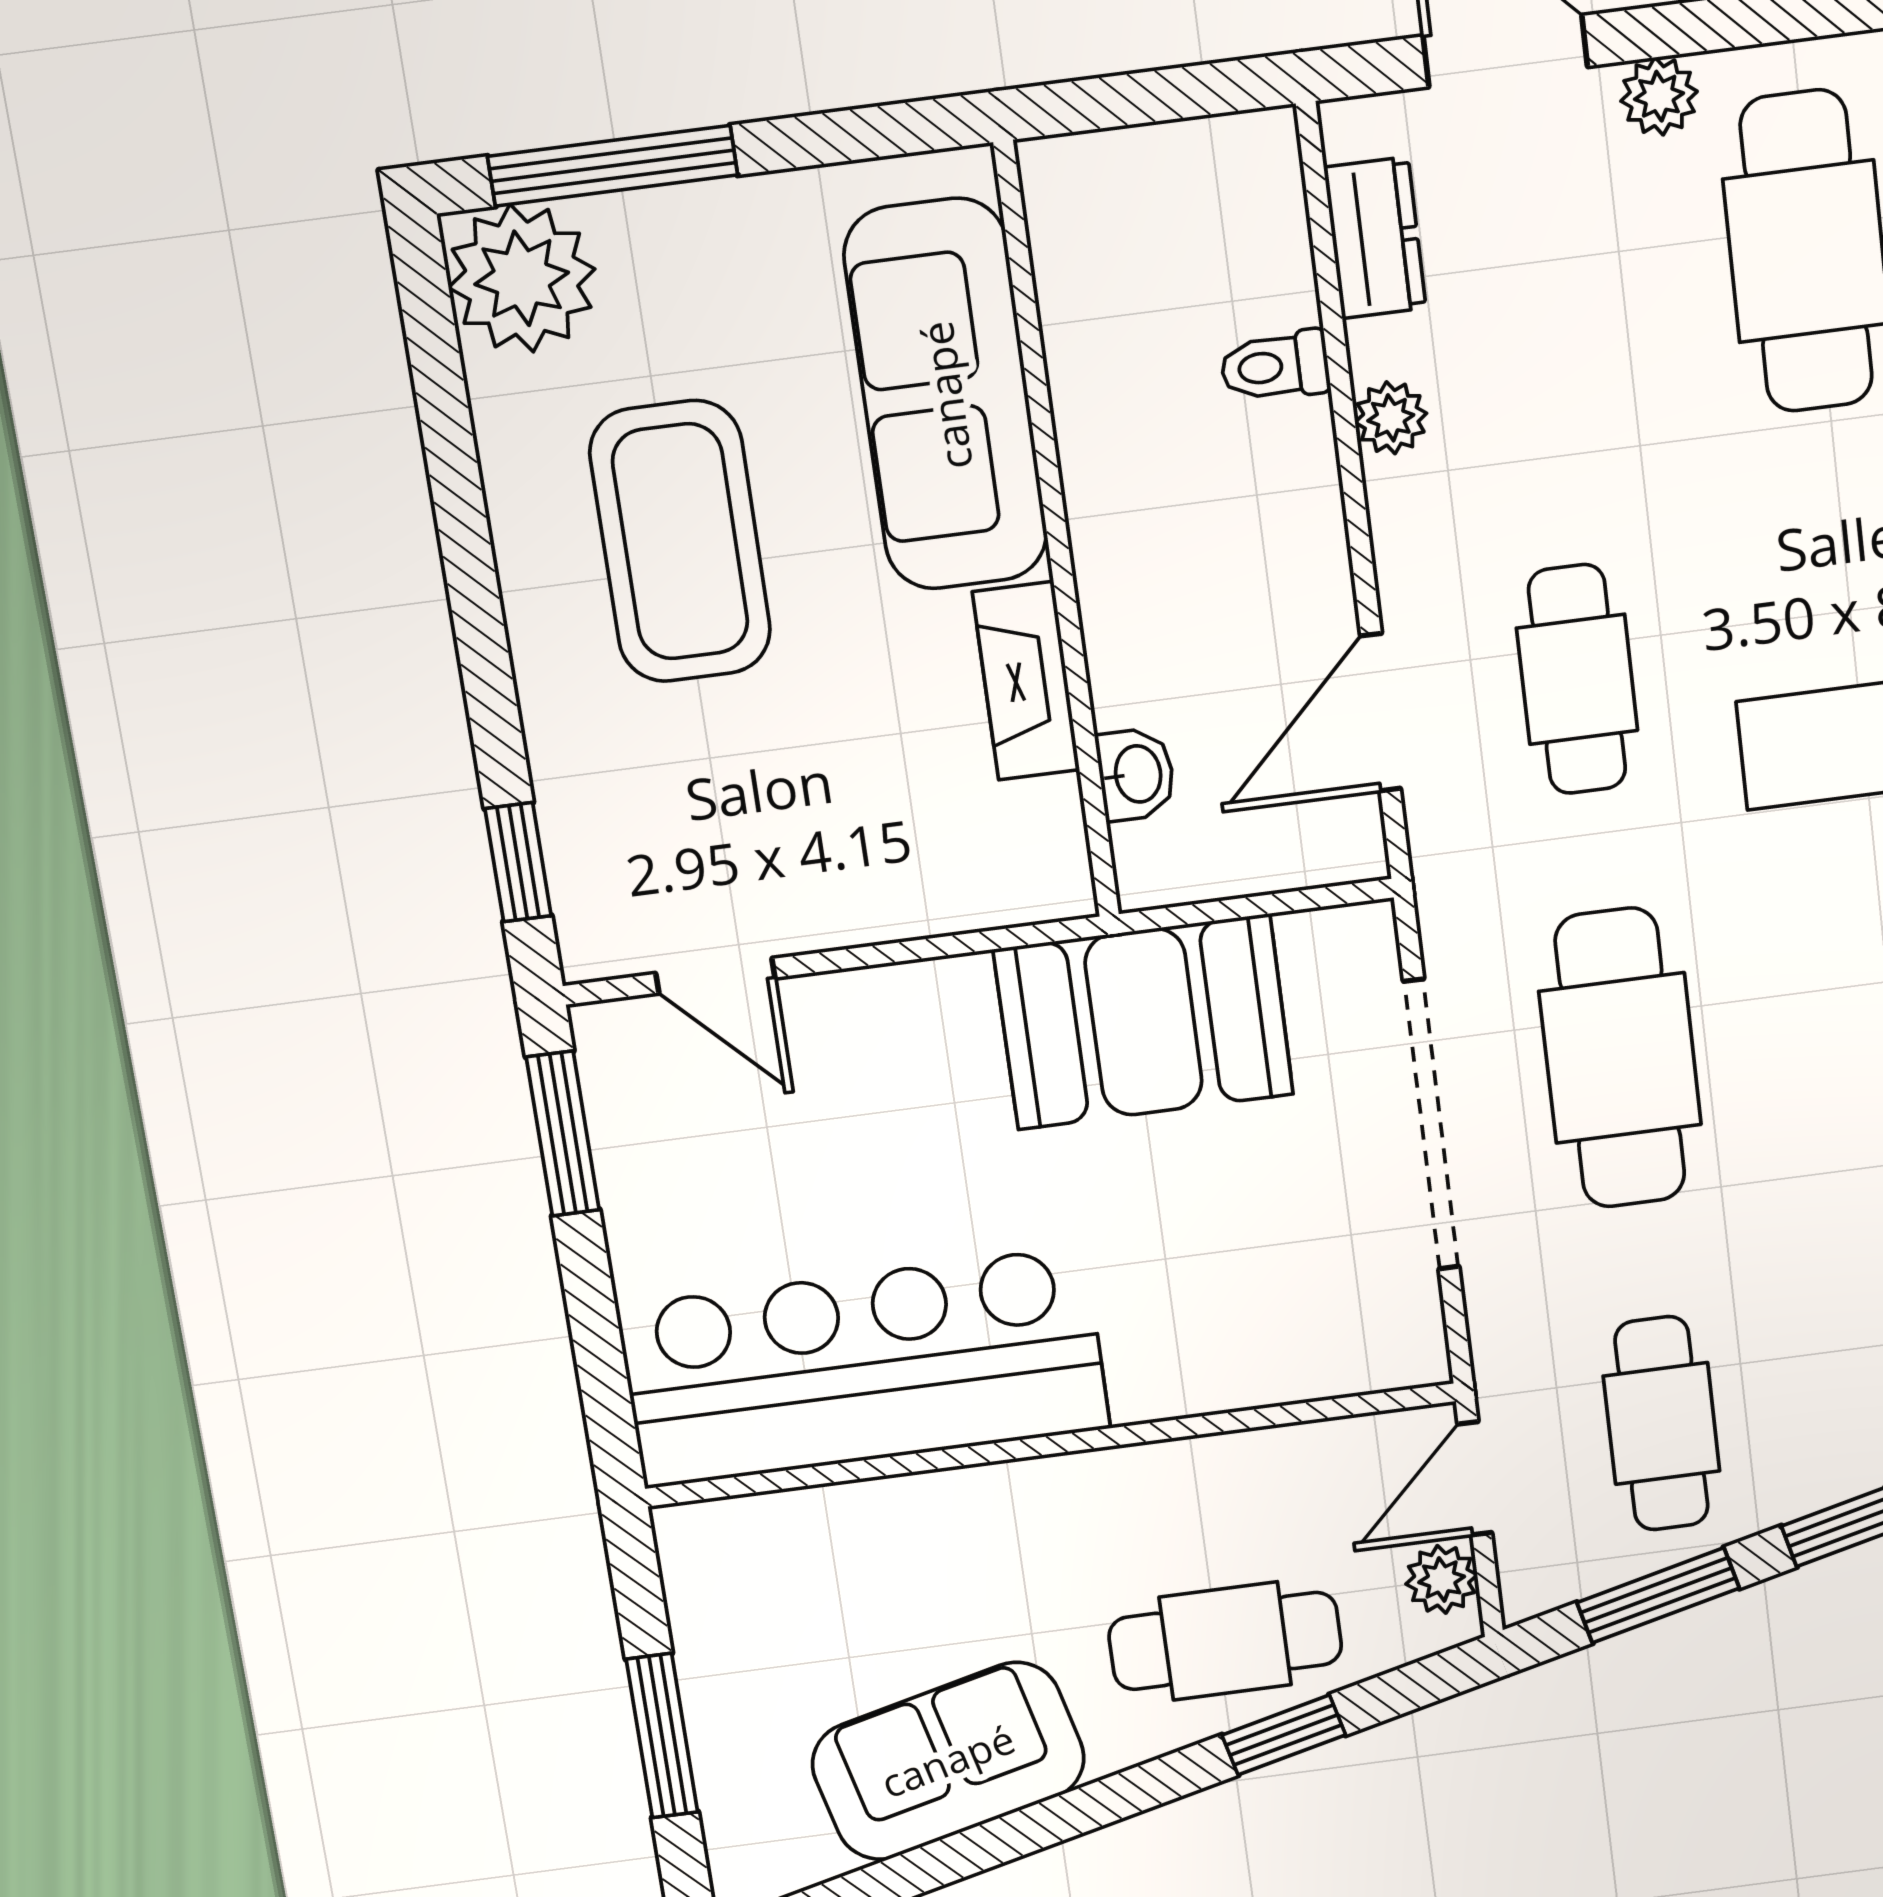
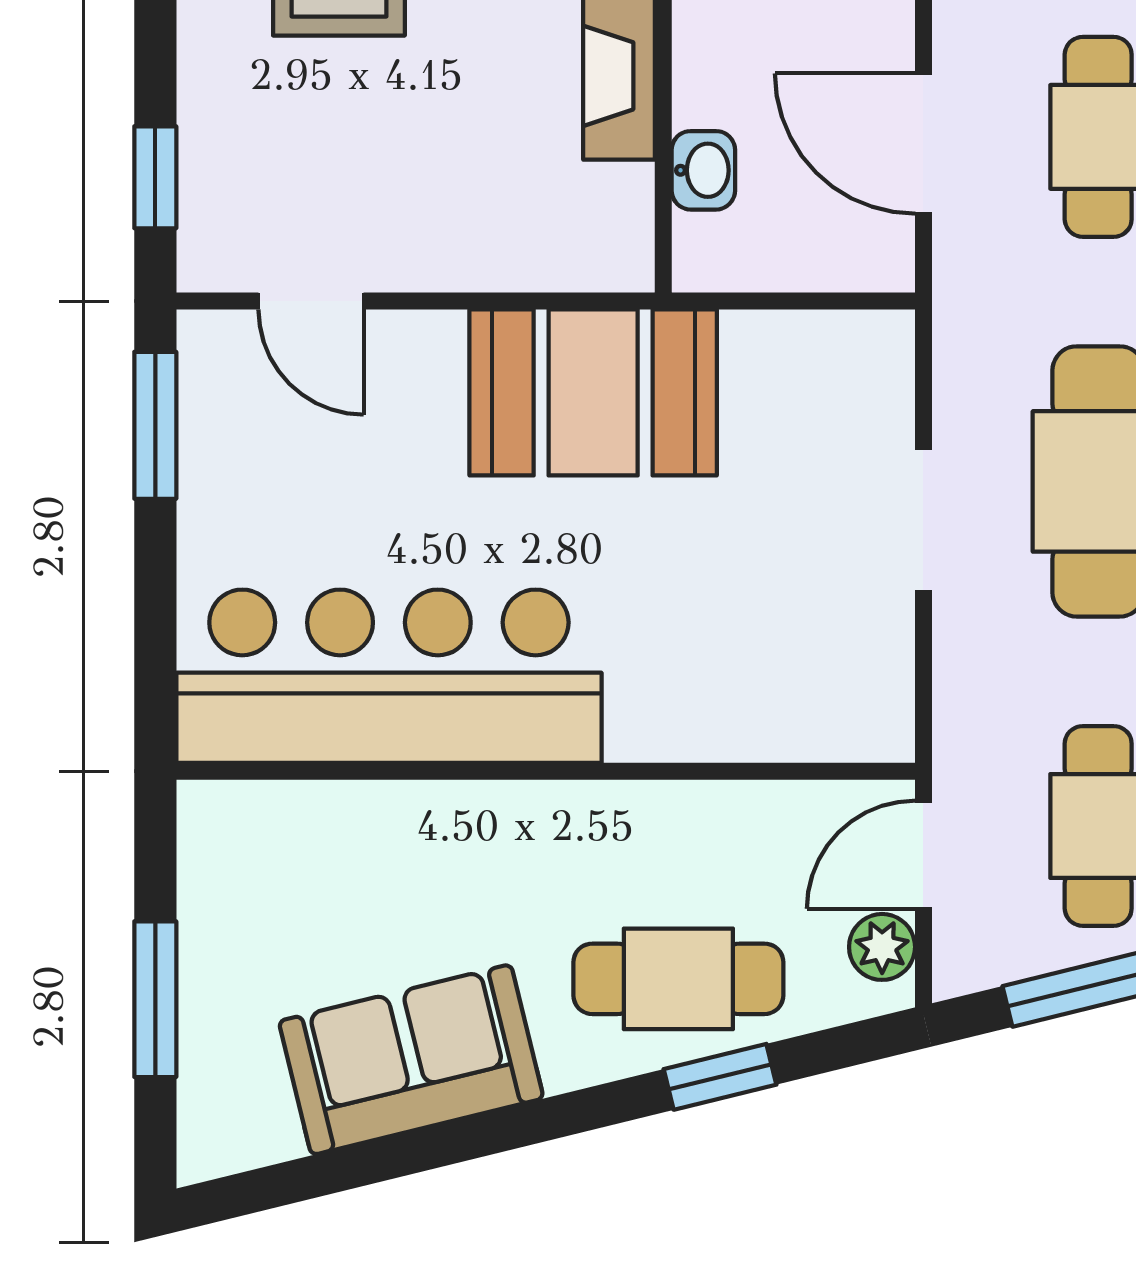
door: (1381, 712) -> (923, 144), hinge flipped
booth: (1144, 1022) -> (593, 392), moved
doorway: (1431, 1125) -> (923, 520), width x0.53

